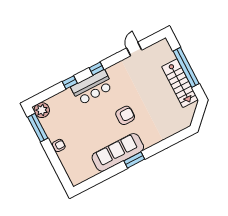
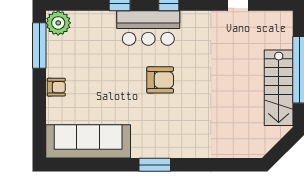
armchair: (125, 115) -> (160, 80), moved
sofa: (118, 152) -> (88, 141), moved

